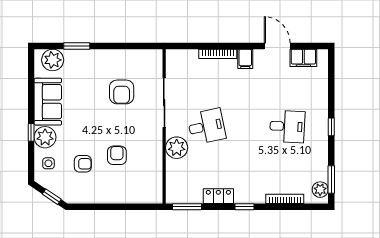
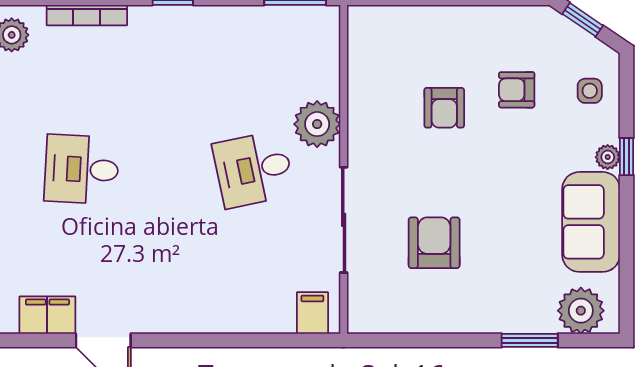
bookcase: (218, 54) -> (229, 323), removed
filing cabinet: (245, 59) -> (312, 313), moved
plant: (45, 137) -> (608, 157), width x0.53, depth x0.53
locker: (218, 196) -> (228, 21), removed

